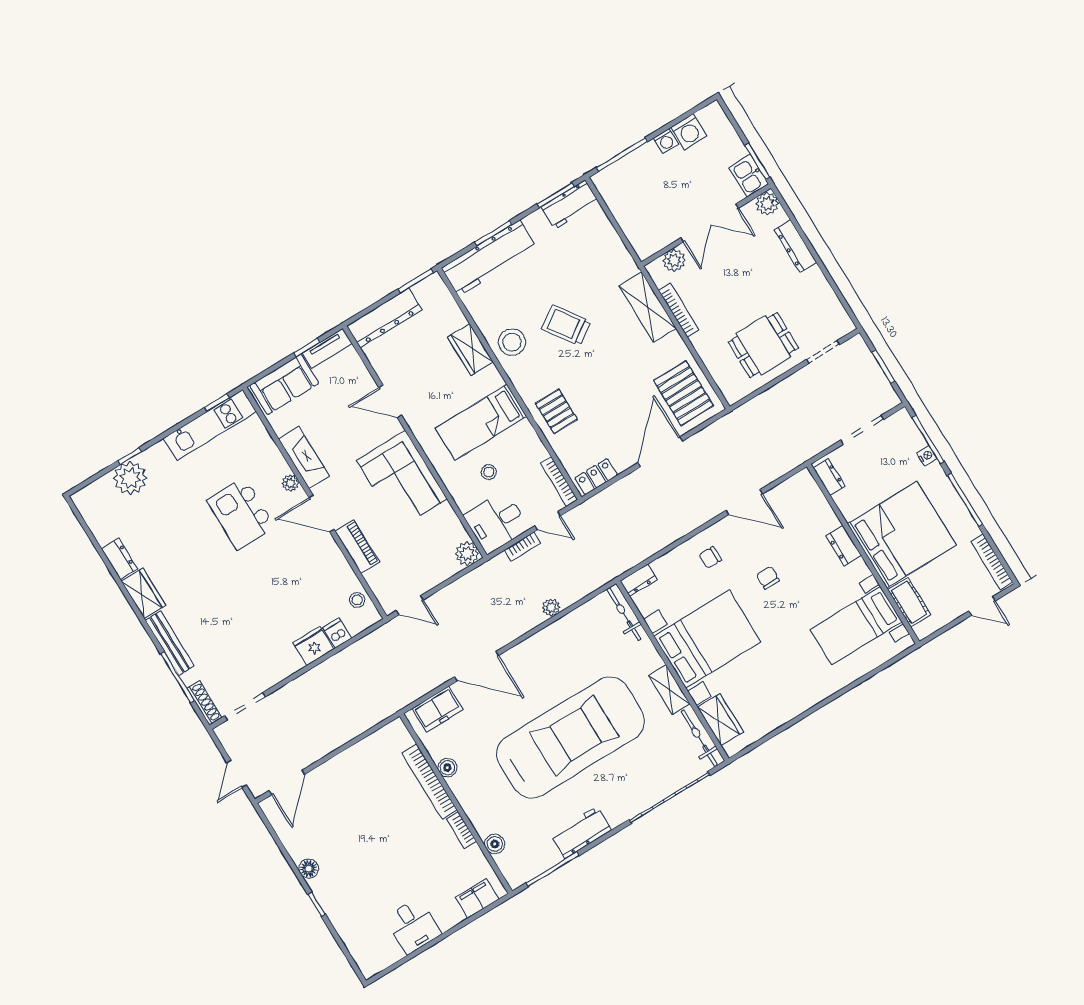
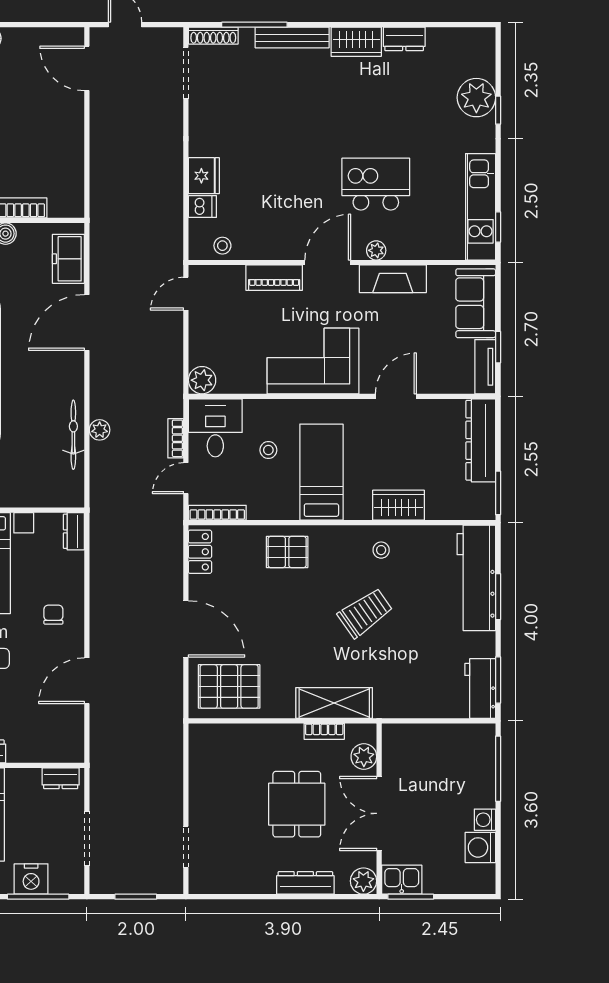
bookcase: (679, 310) -> (324, 731), width x0.64
stool: (512, 342) -> (381, 550), width x0.53, depth x0.53
dining table: (763, 345) -> (297, 804), moved
nightstand: (927, 456) -> (31, 879), width x1.89, depth x1.79
bicycle: (624, 614) -> (73, 435), moved, turned -90

